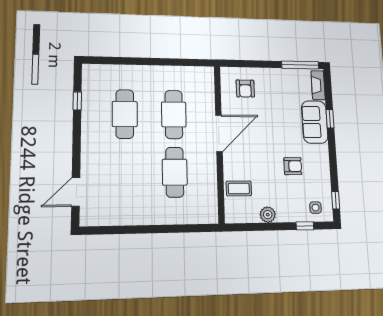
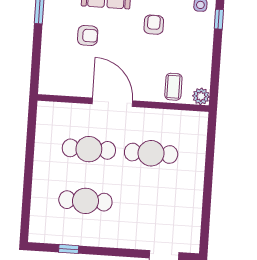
armchair: (245, 89) -> (88, 36), moved
plant: (268, 215) -> (201, 96), moved

